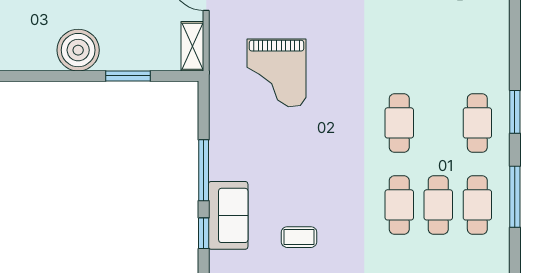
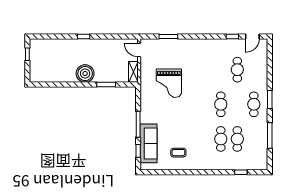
cafe table: (477, 205) -> (237, 70), moved
sofa: (228, 215) -> (148, 143), width x1.36

